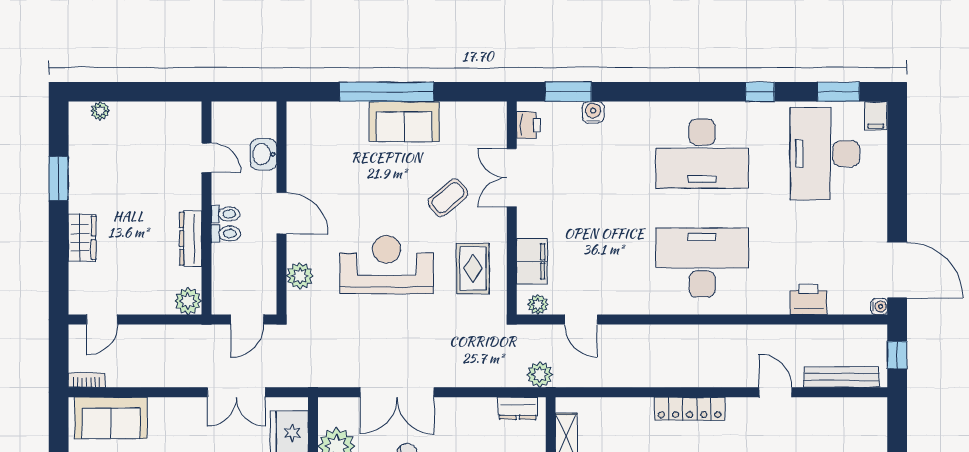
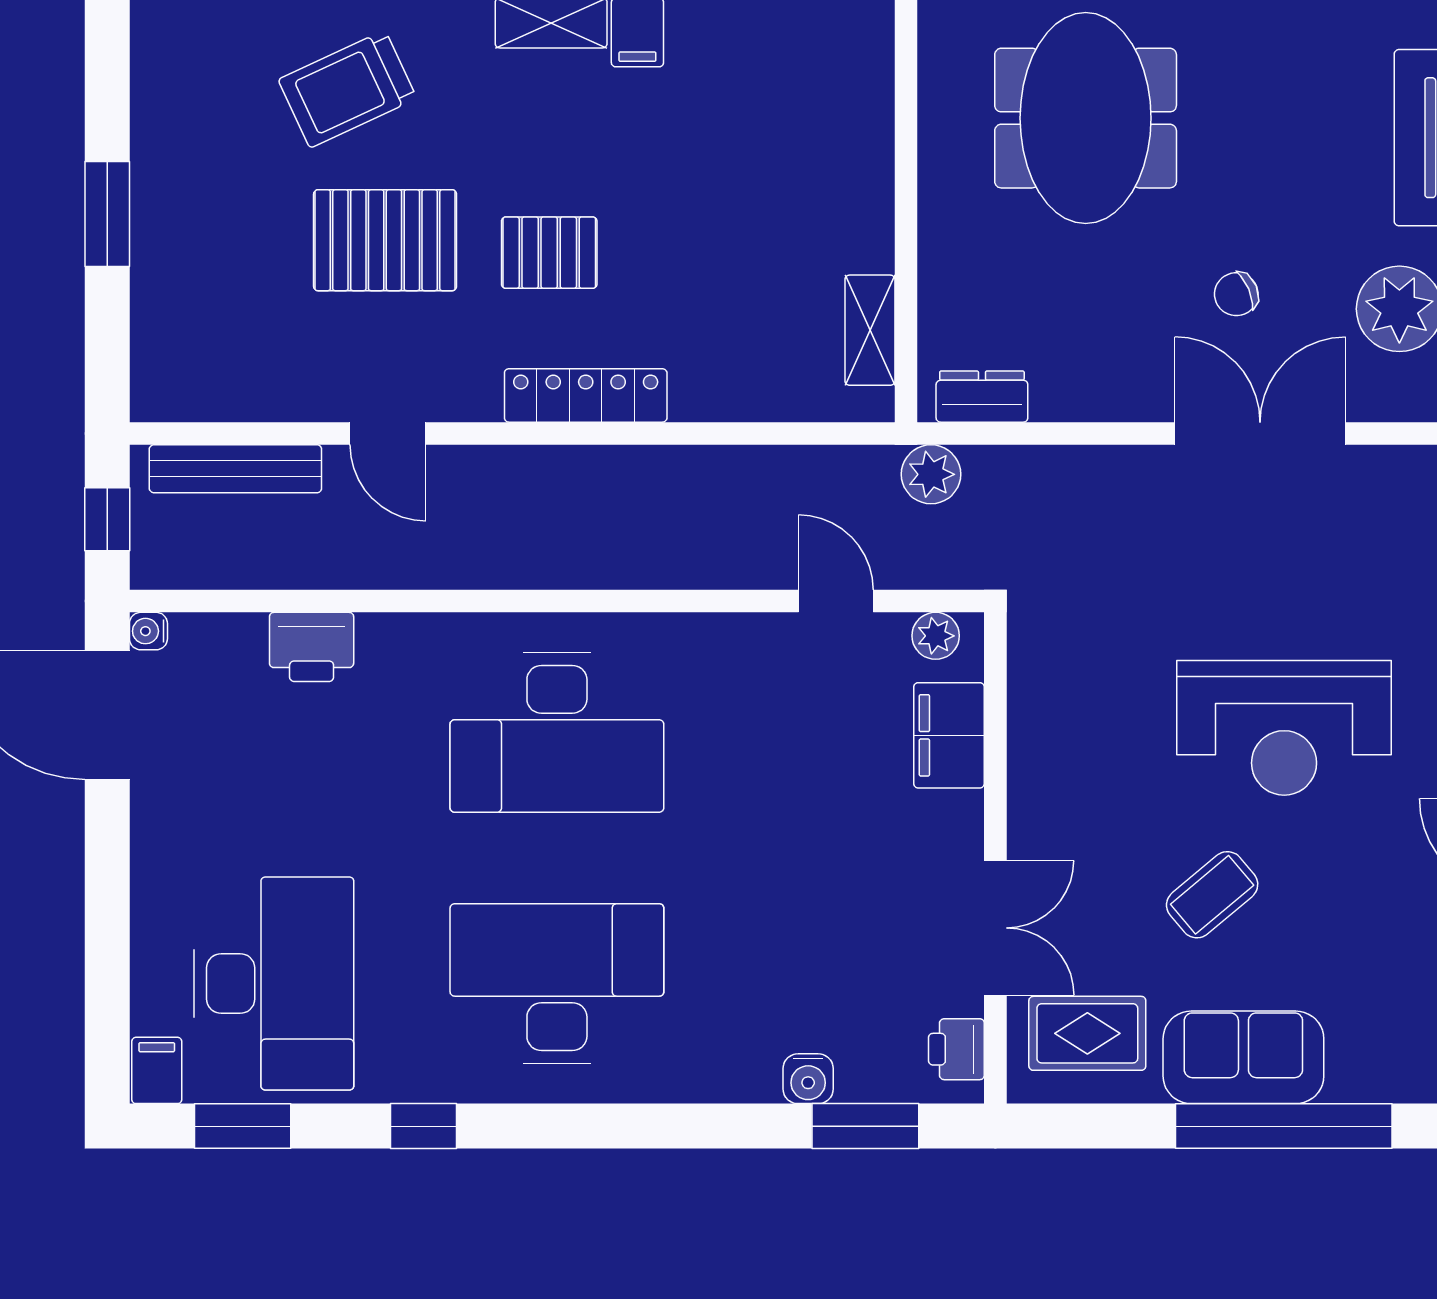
coffee table: (448, 198) -> (1212, 895), moved
rug: (473, 268) -> (1087, 1033), moved, turned 90

